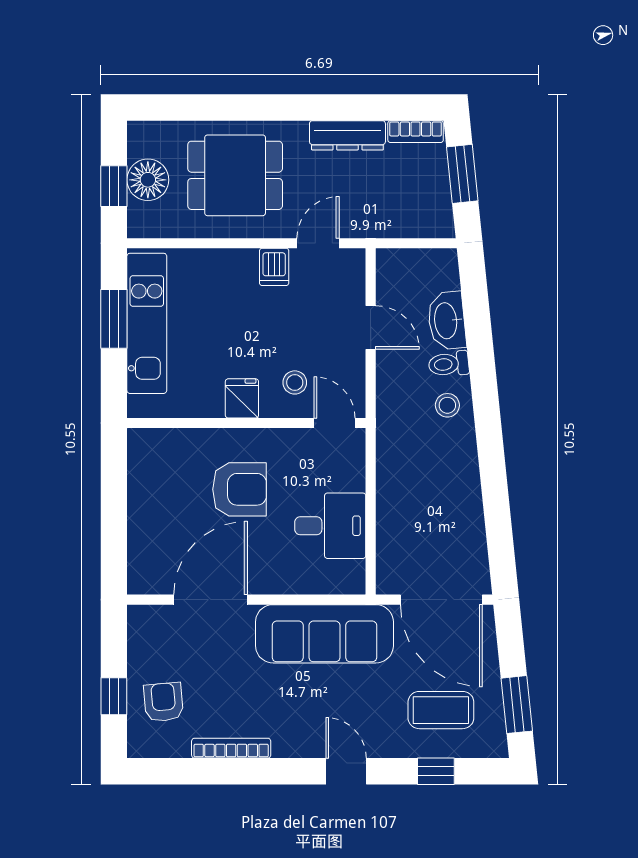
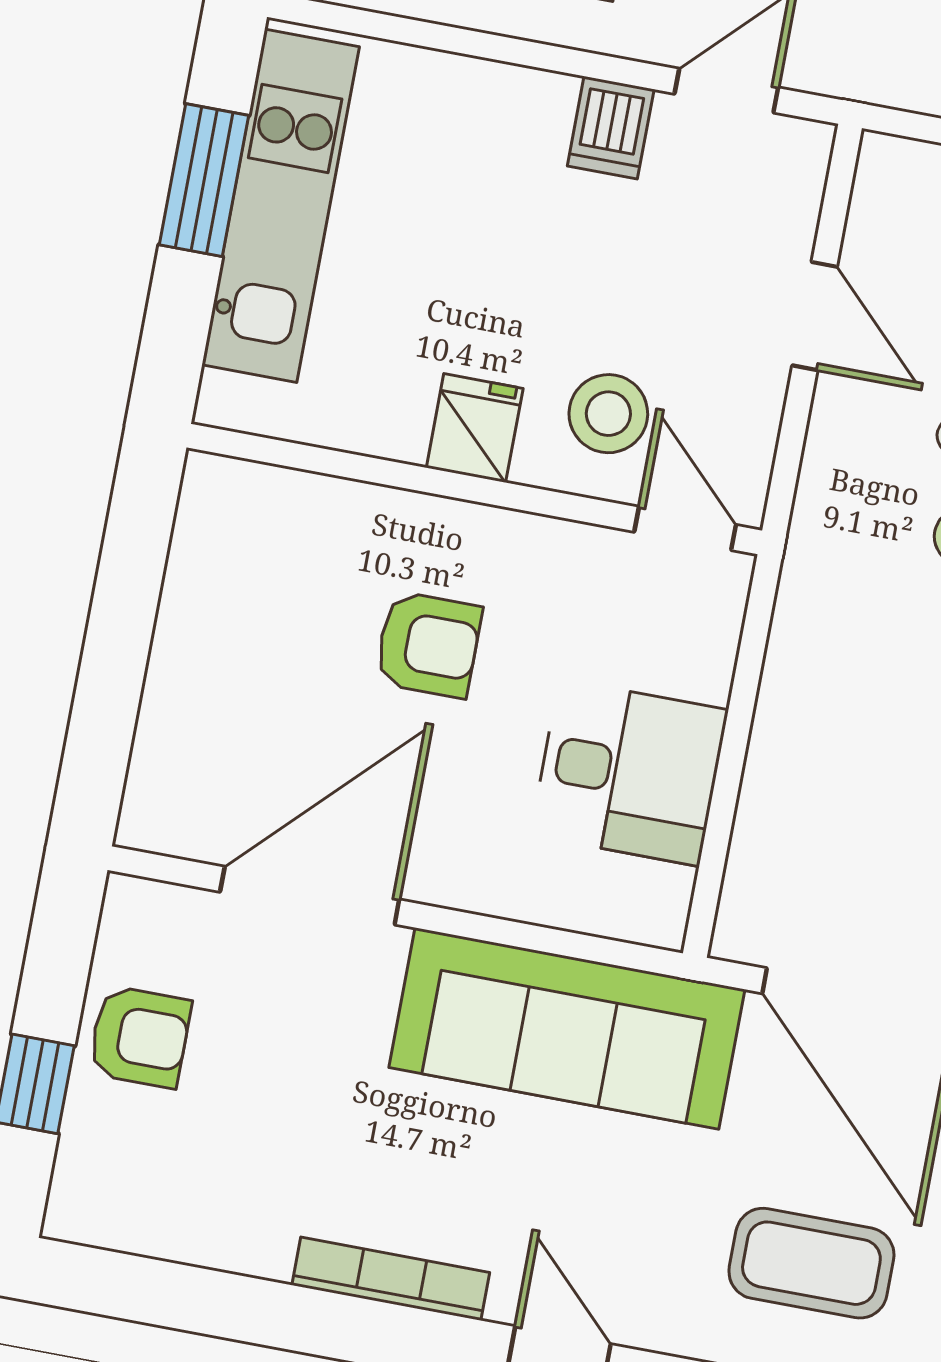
stool: (295, 382) -> (608, 414), width x1.37, depth x1.37
armchair: (240, 489) -> (428, 645), width x0.72, depth x0.72
armchair: (164, 702) -> (140, 1037), moved, turned 95
bookcase: (231, 748) -> (391, 1279), moved

